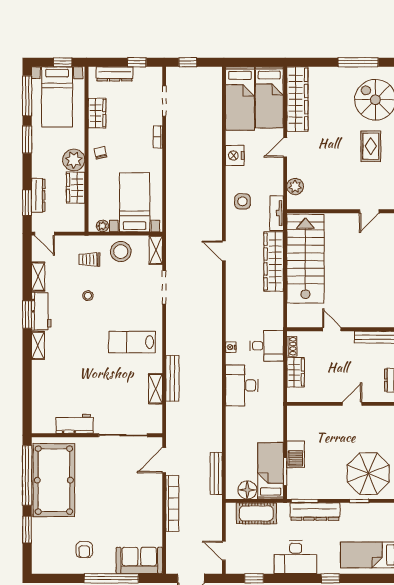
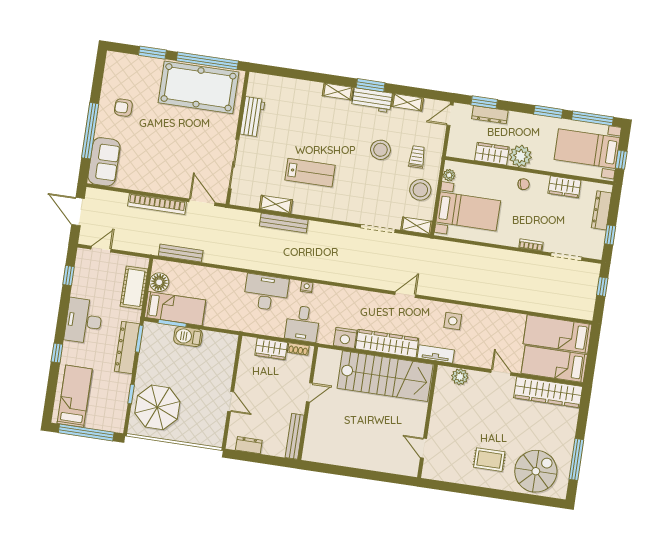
nightstand: (235, 156) -> (345, 338), moved, turned 180
stool: (88, 296) -> (380, 150), width x1.89, depth x1.89
lab bench: (132, 342) -> (310, 173), moved, turned 90

